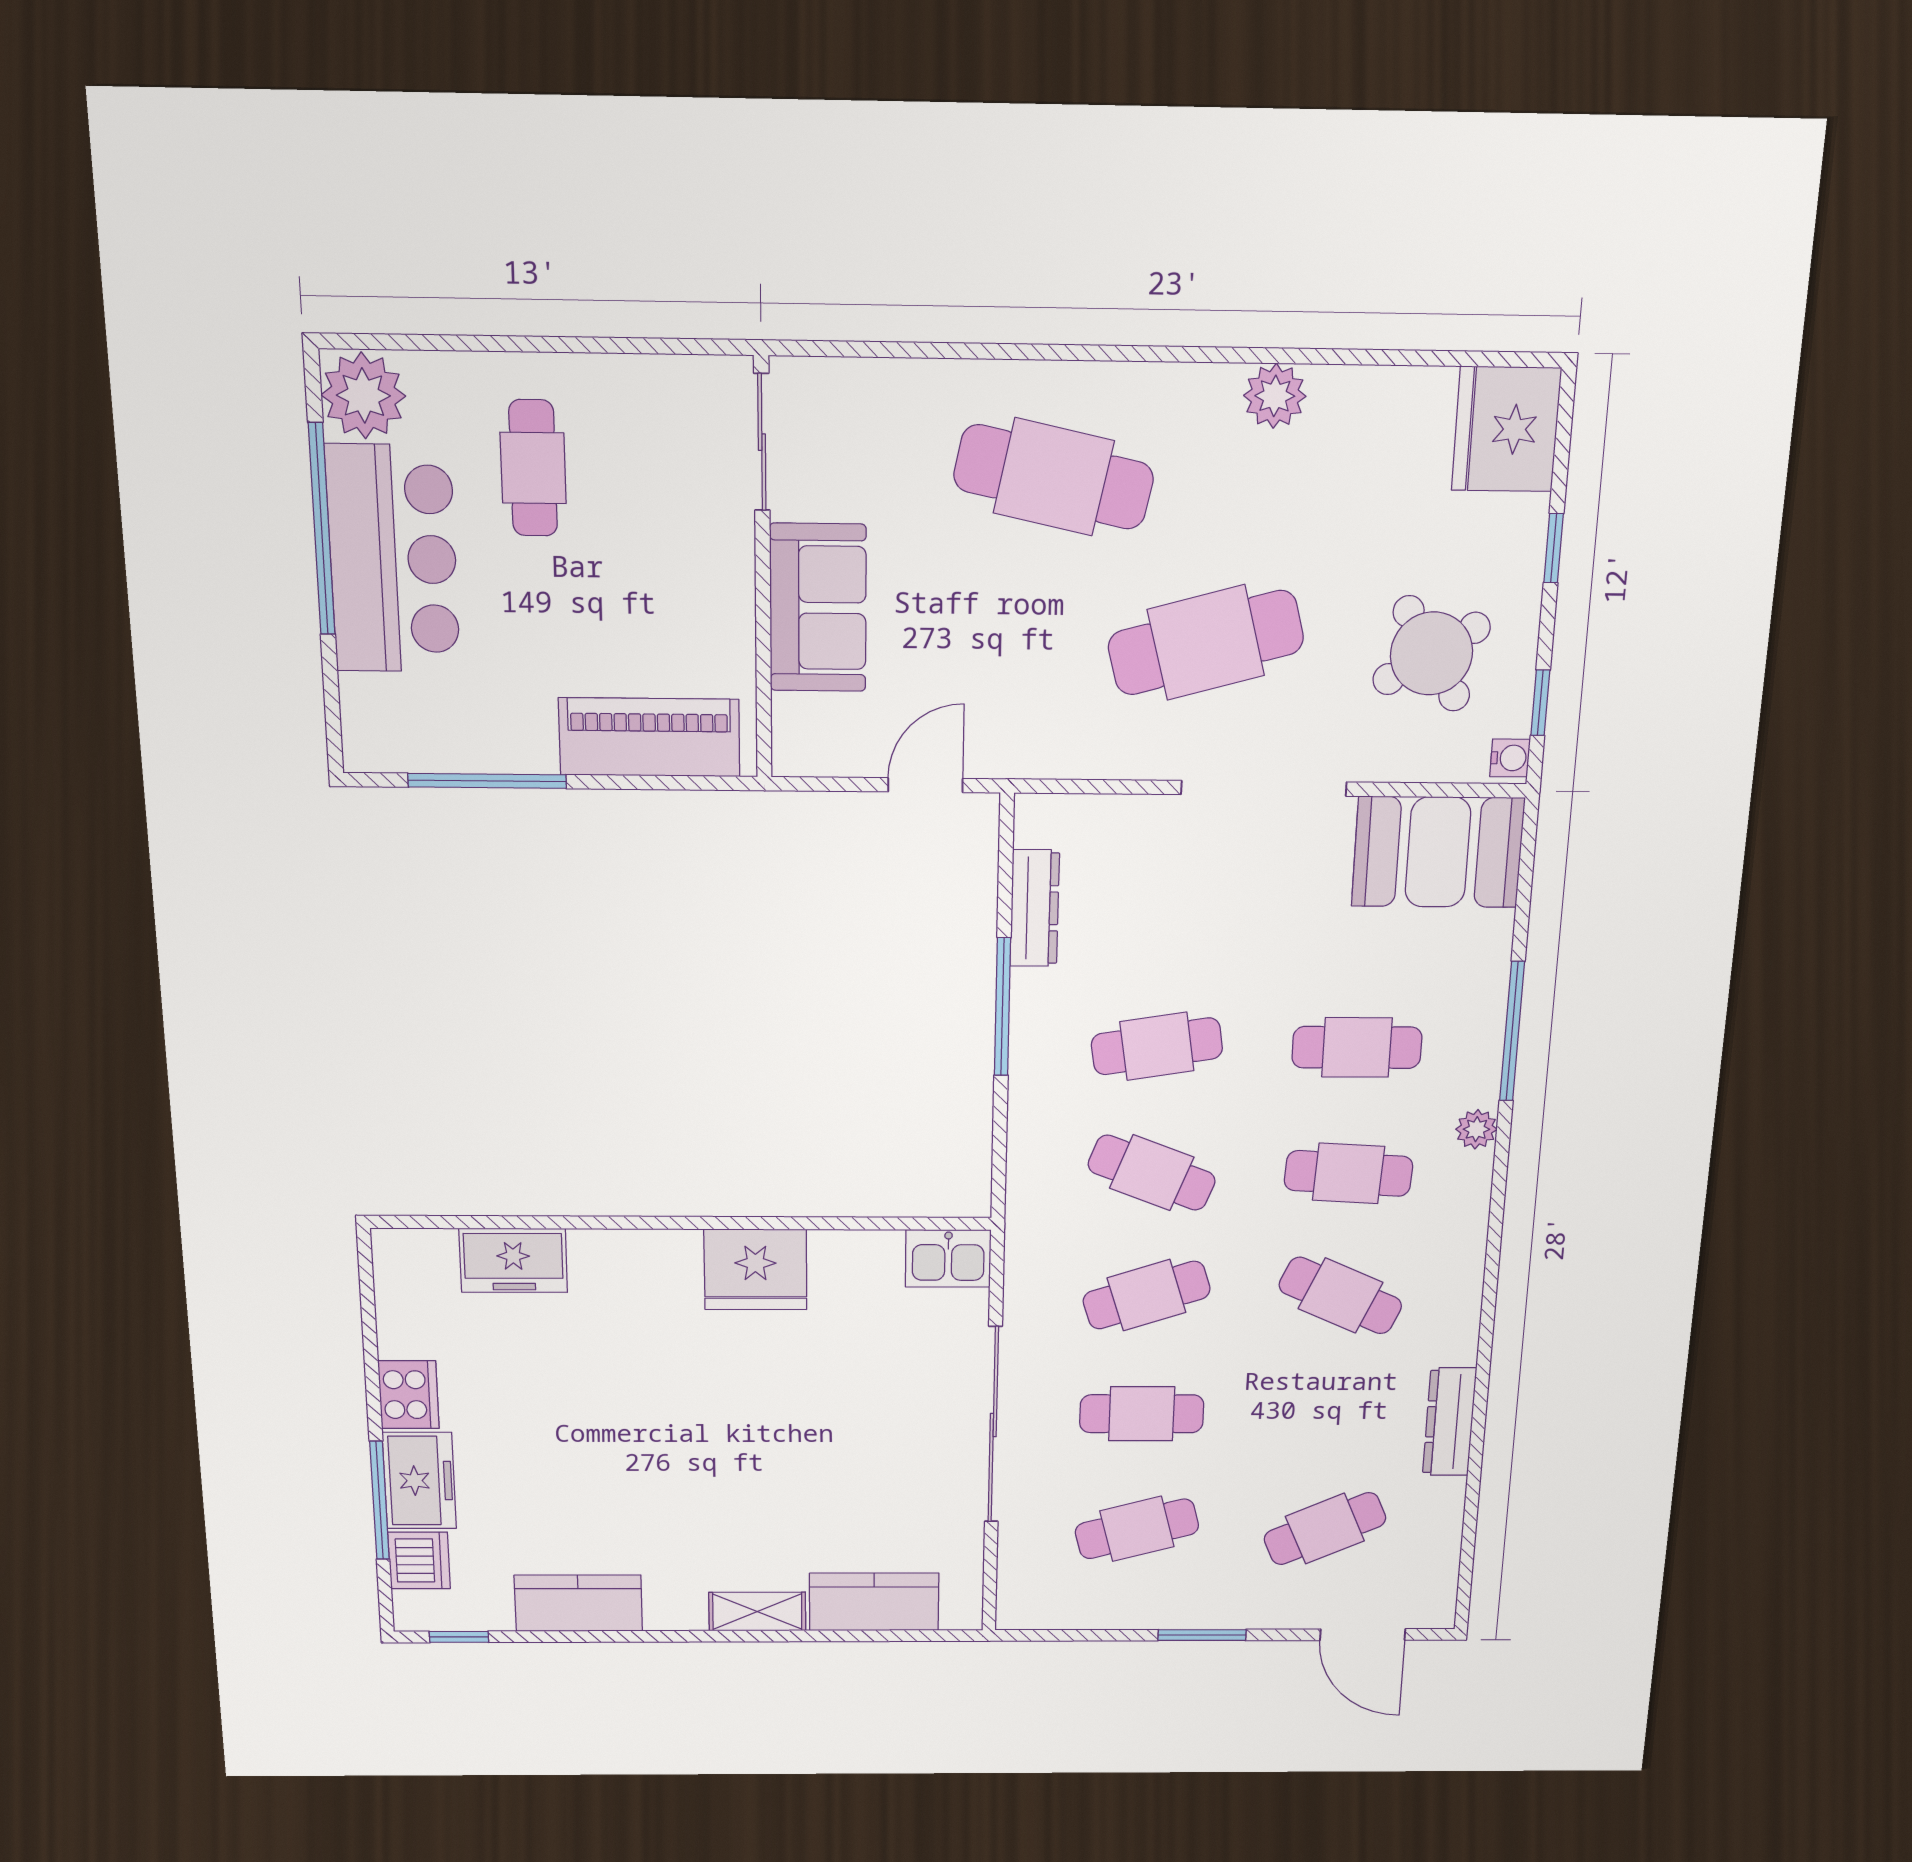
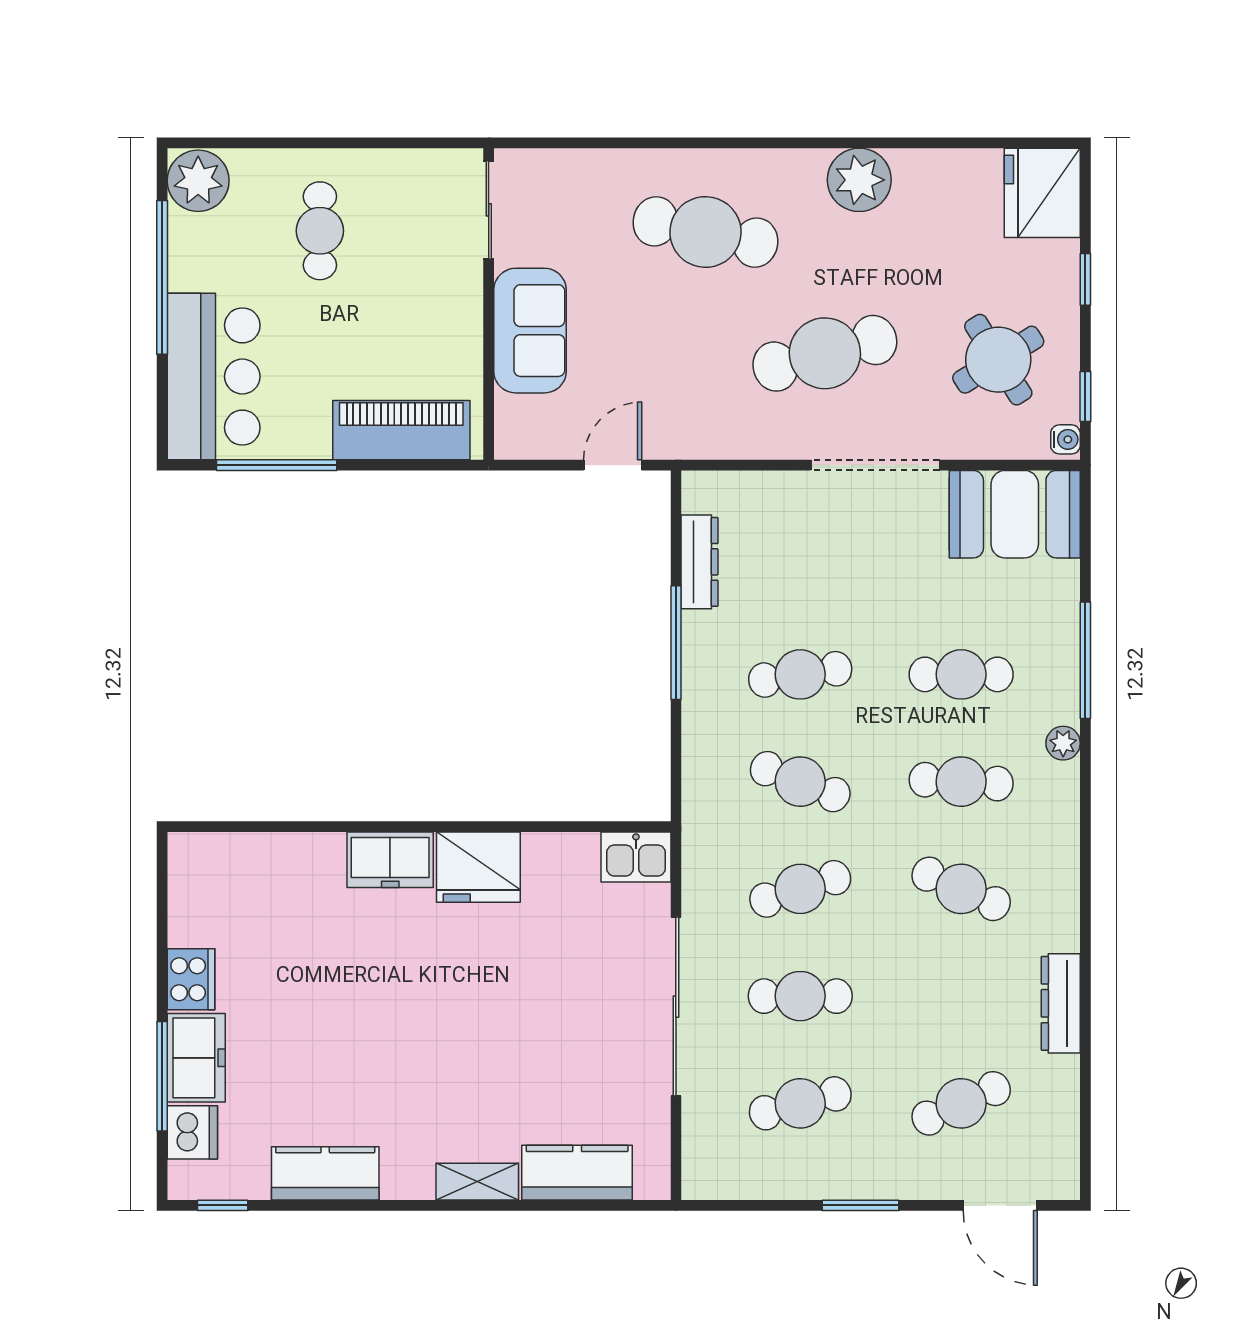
plant: (1275, 396) -> (859, 180), width x1.36, depth x1.36
bar counter: (393, 559) -> (214, 377), moved
freezer: (513, 1260) -> (390, 860), moved

